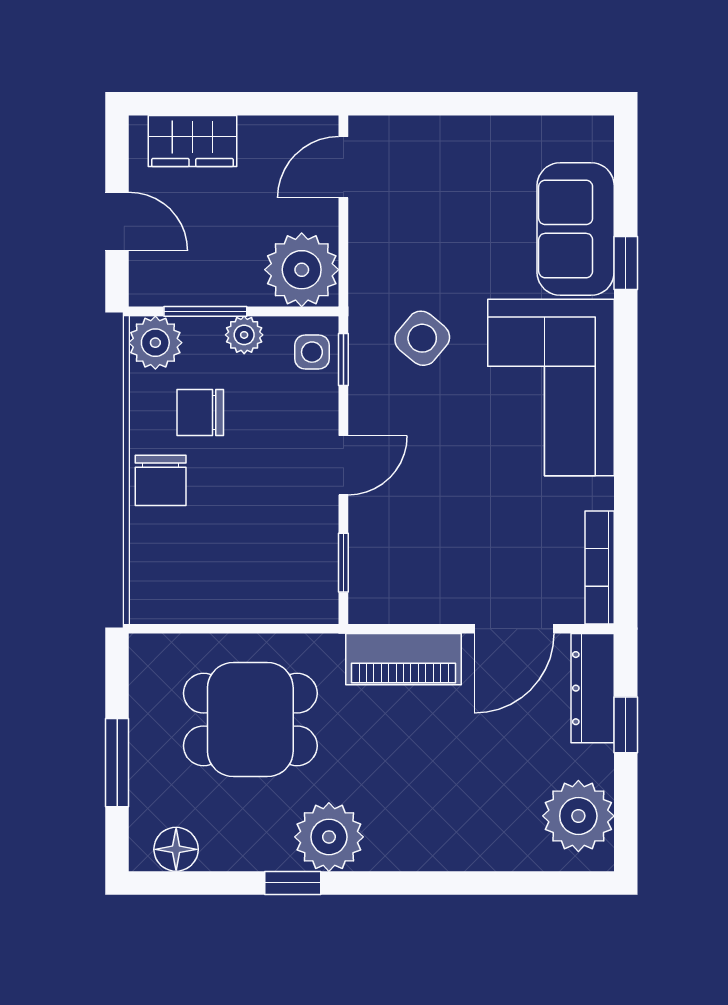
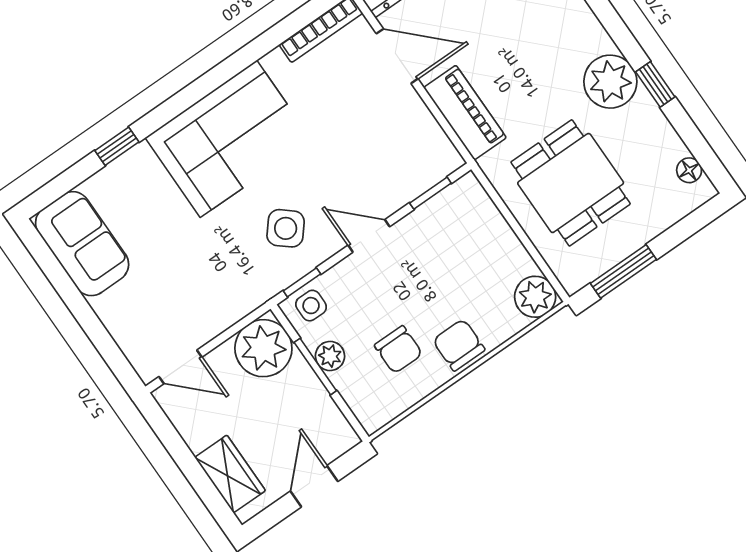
sofa: (576, 229) -> (82, 244), moved, turned -90
window: (205, 311) -> (315, 367), moved
side table: (422, 338) -> (286, 228), moved
plant: (155, 343) -> (535, 297), moved
chair: (161, 480) -> (459, 345), turned -90
window: (117, 763) -> (623, 271), moved
floor lamp: (176, 849) -> (689, 170), width x0.73, depth x0.73

